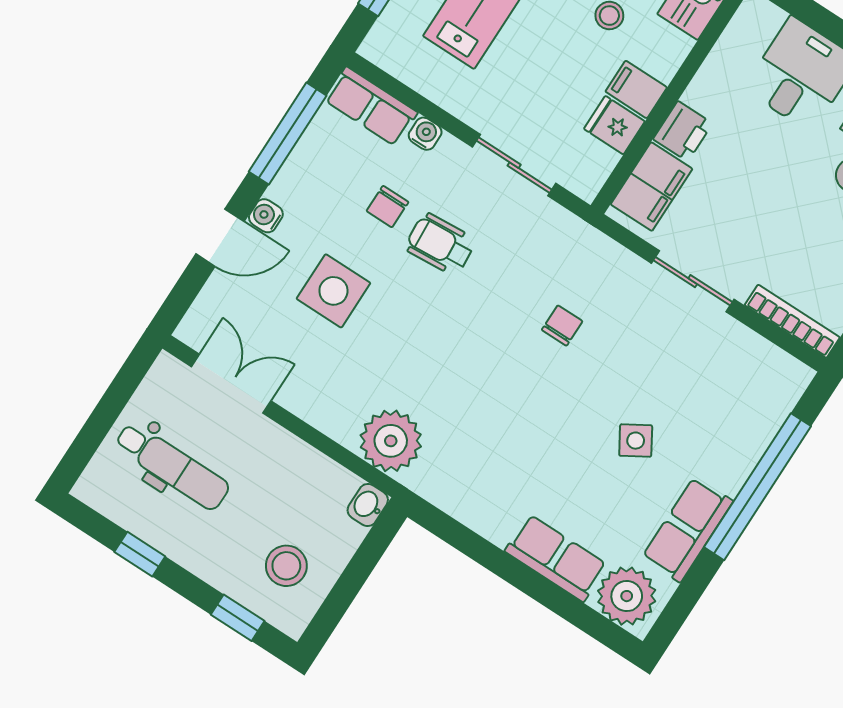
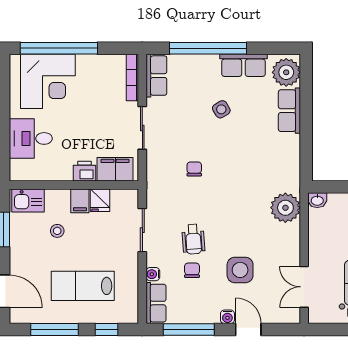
chair: (387, 207) -> (192, 270), turned -90
chair: (562, 326) -> (194, 169), turned 90
row of seats: (768, 365) -> (156, 76), added

